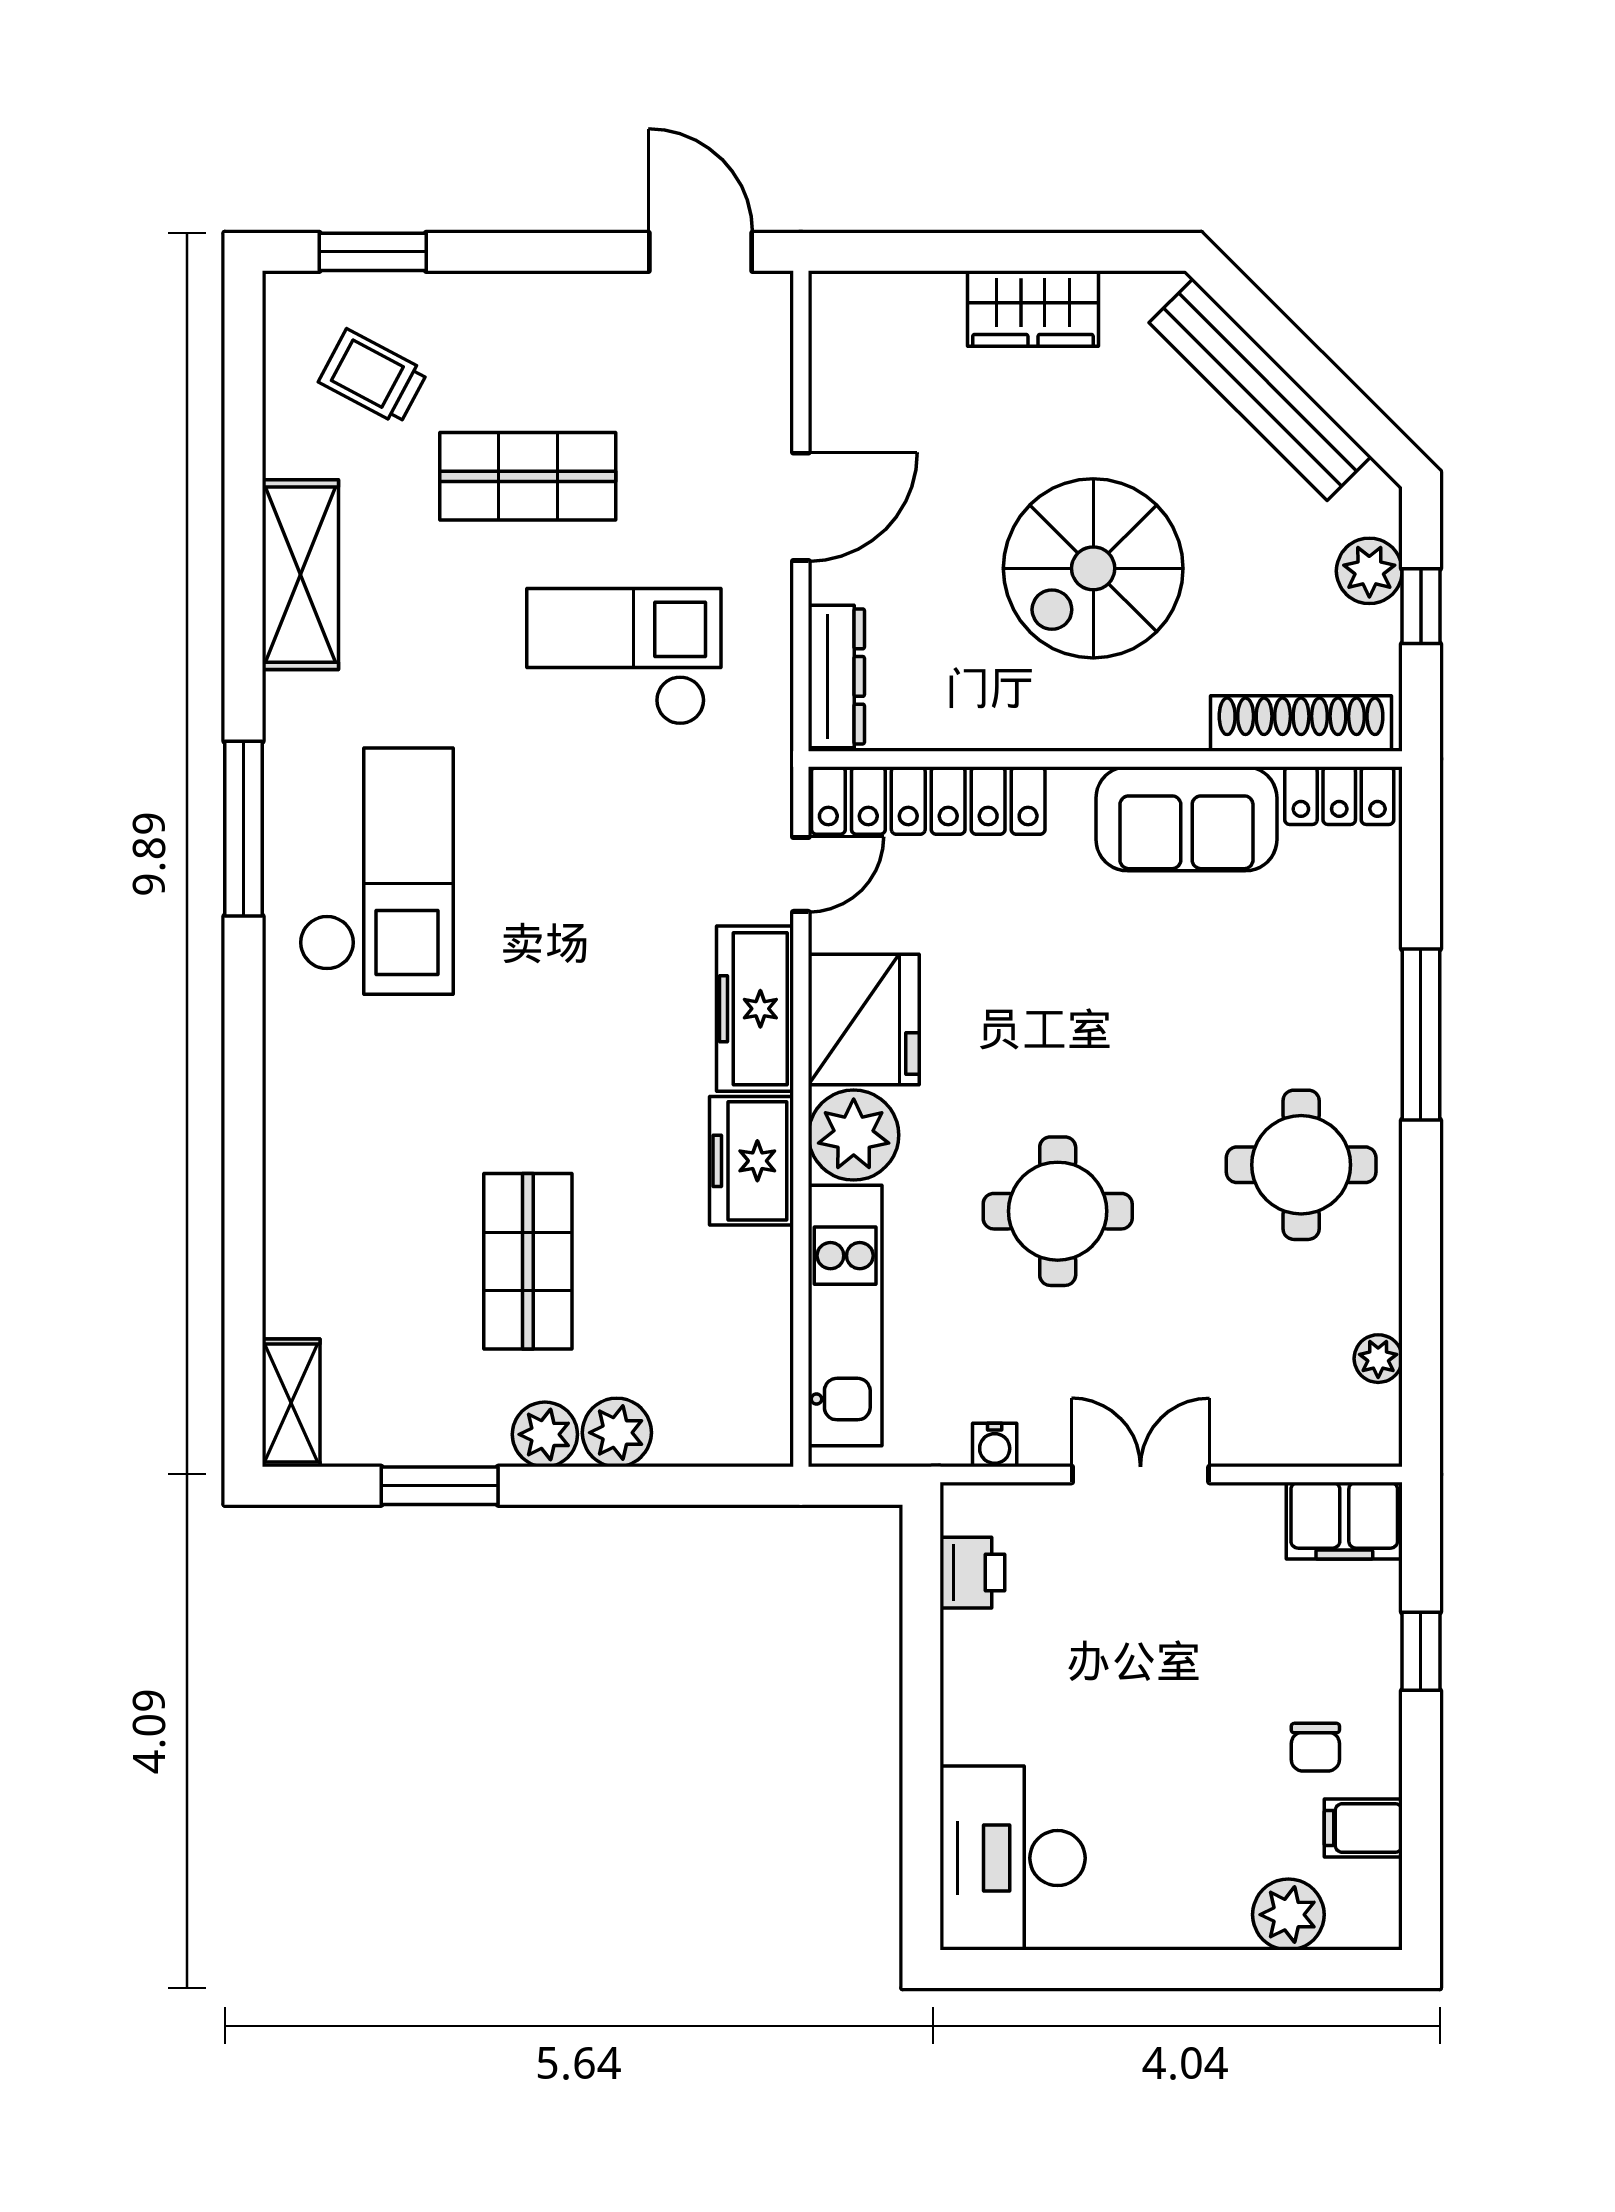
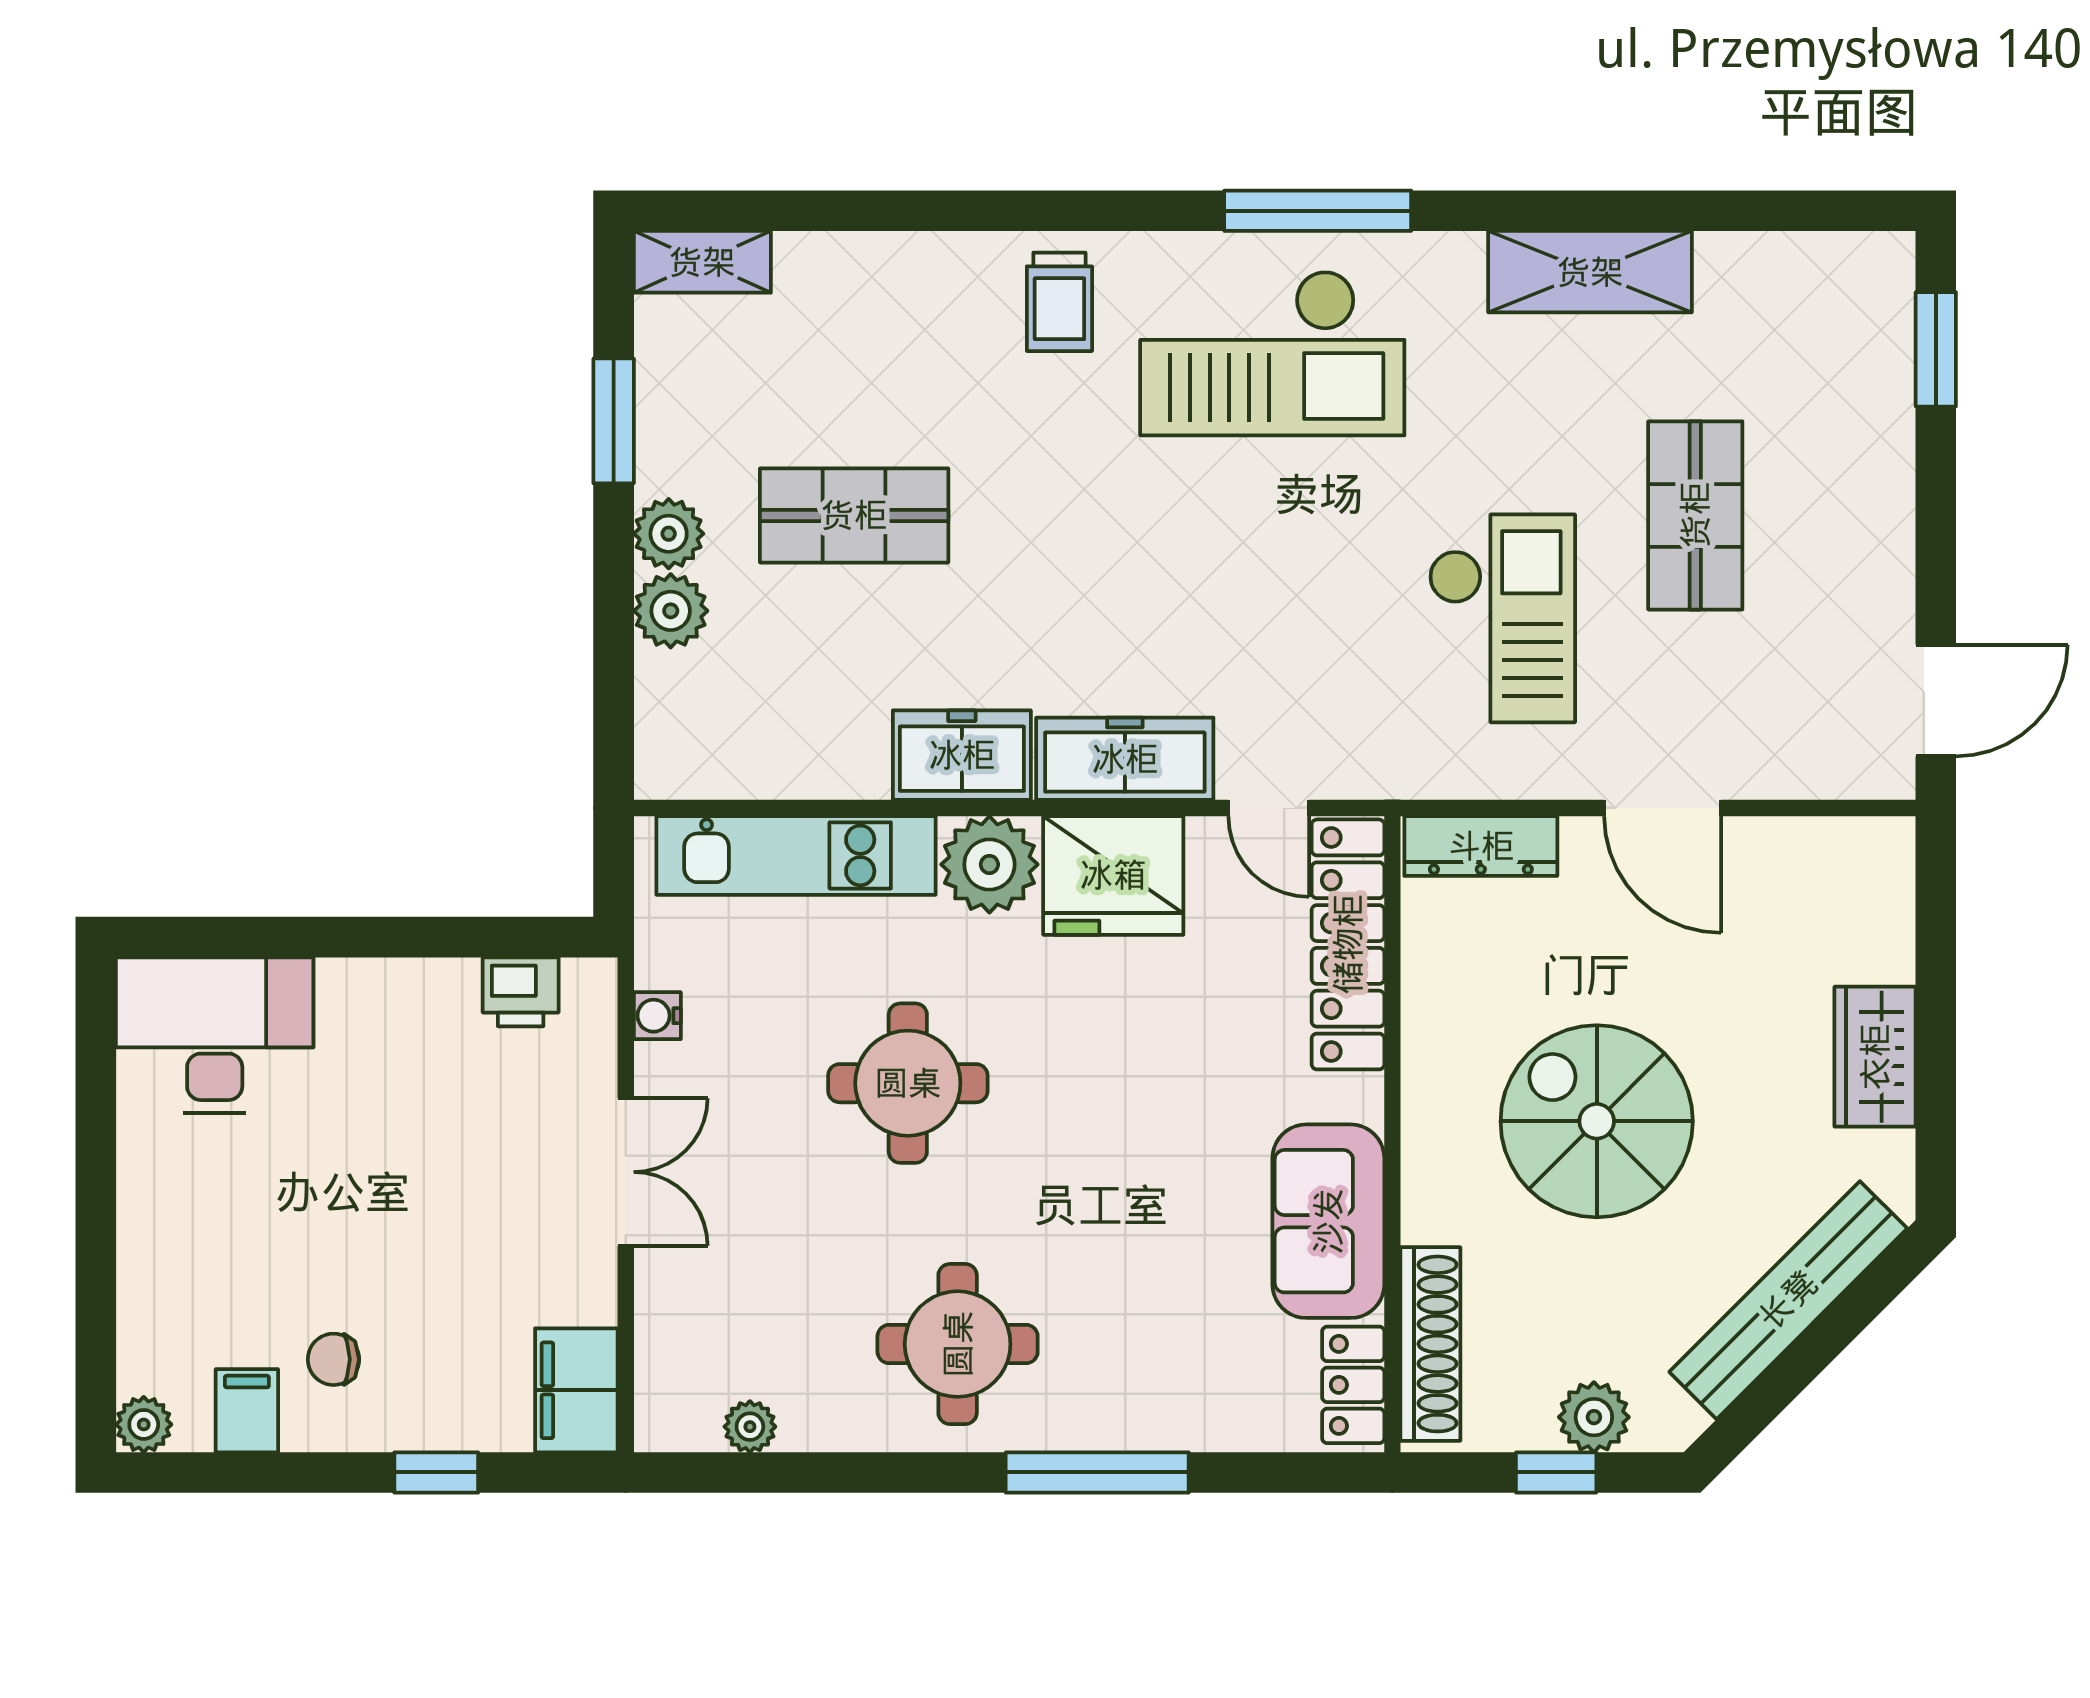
trolley: (373, 377) -> (1059, 302), moved, turned 152
plant: (1288, 1915) -> (144, 1424), moved, width x0.73, depth x0.73

